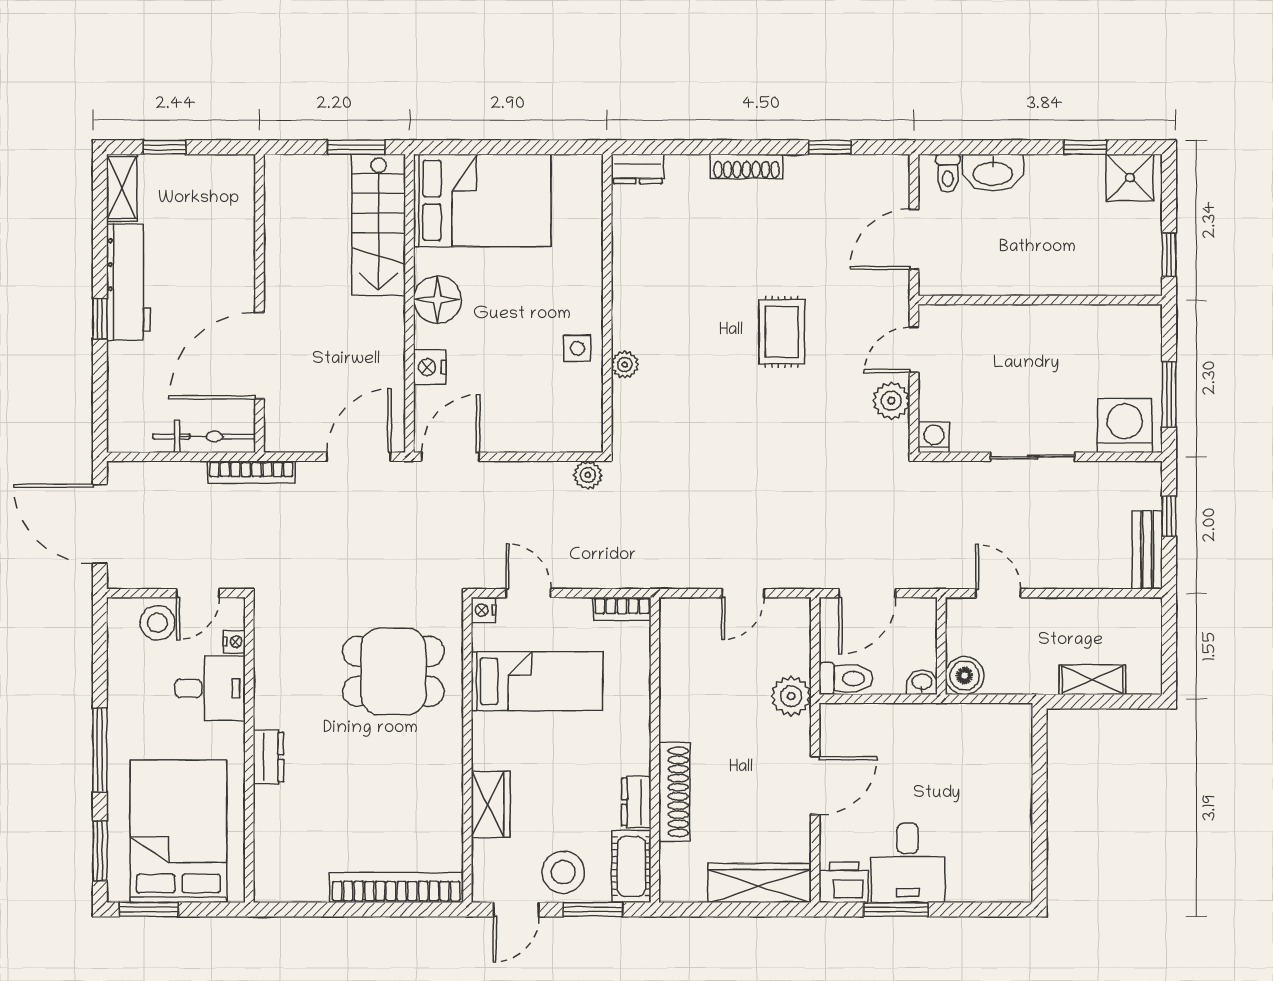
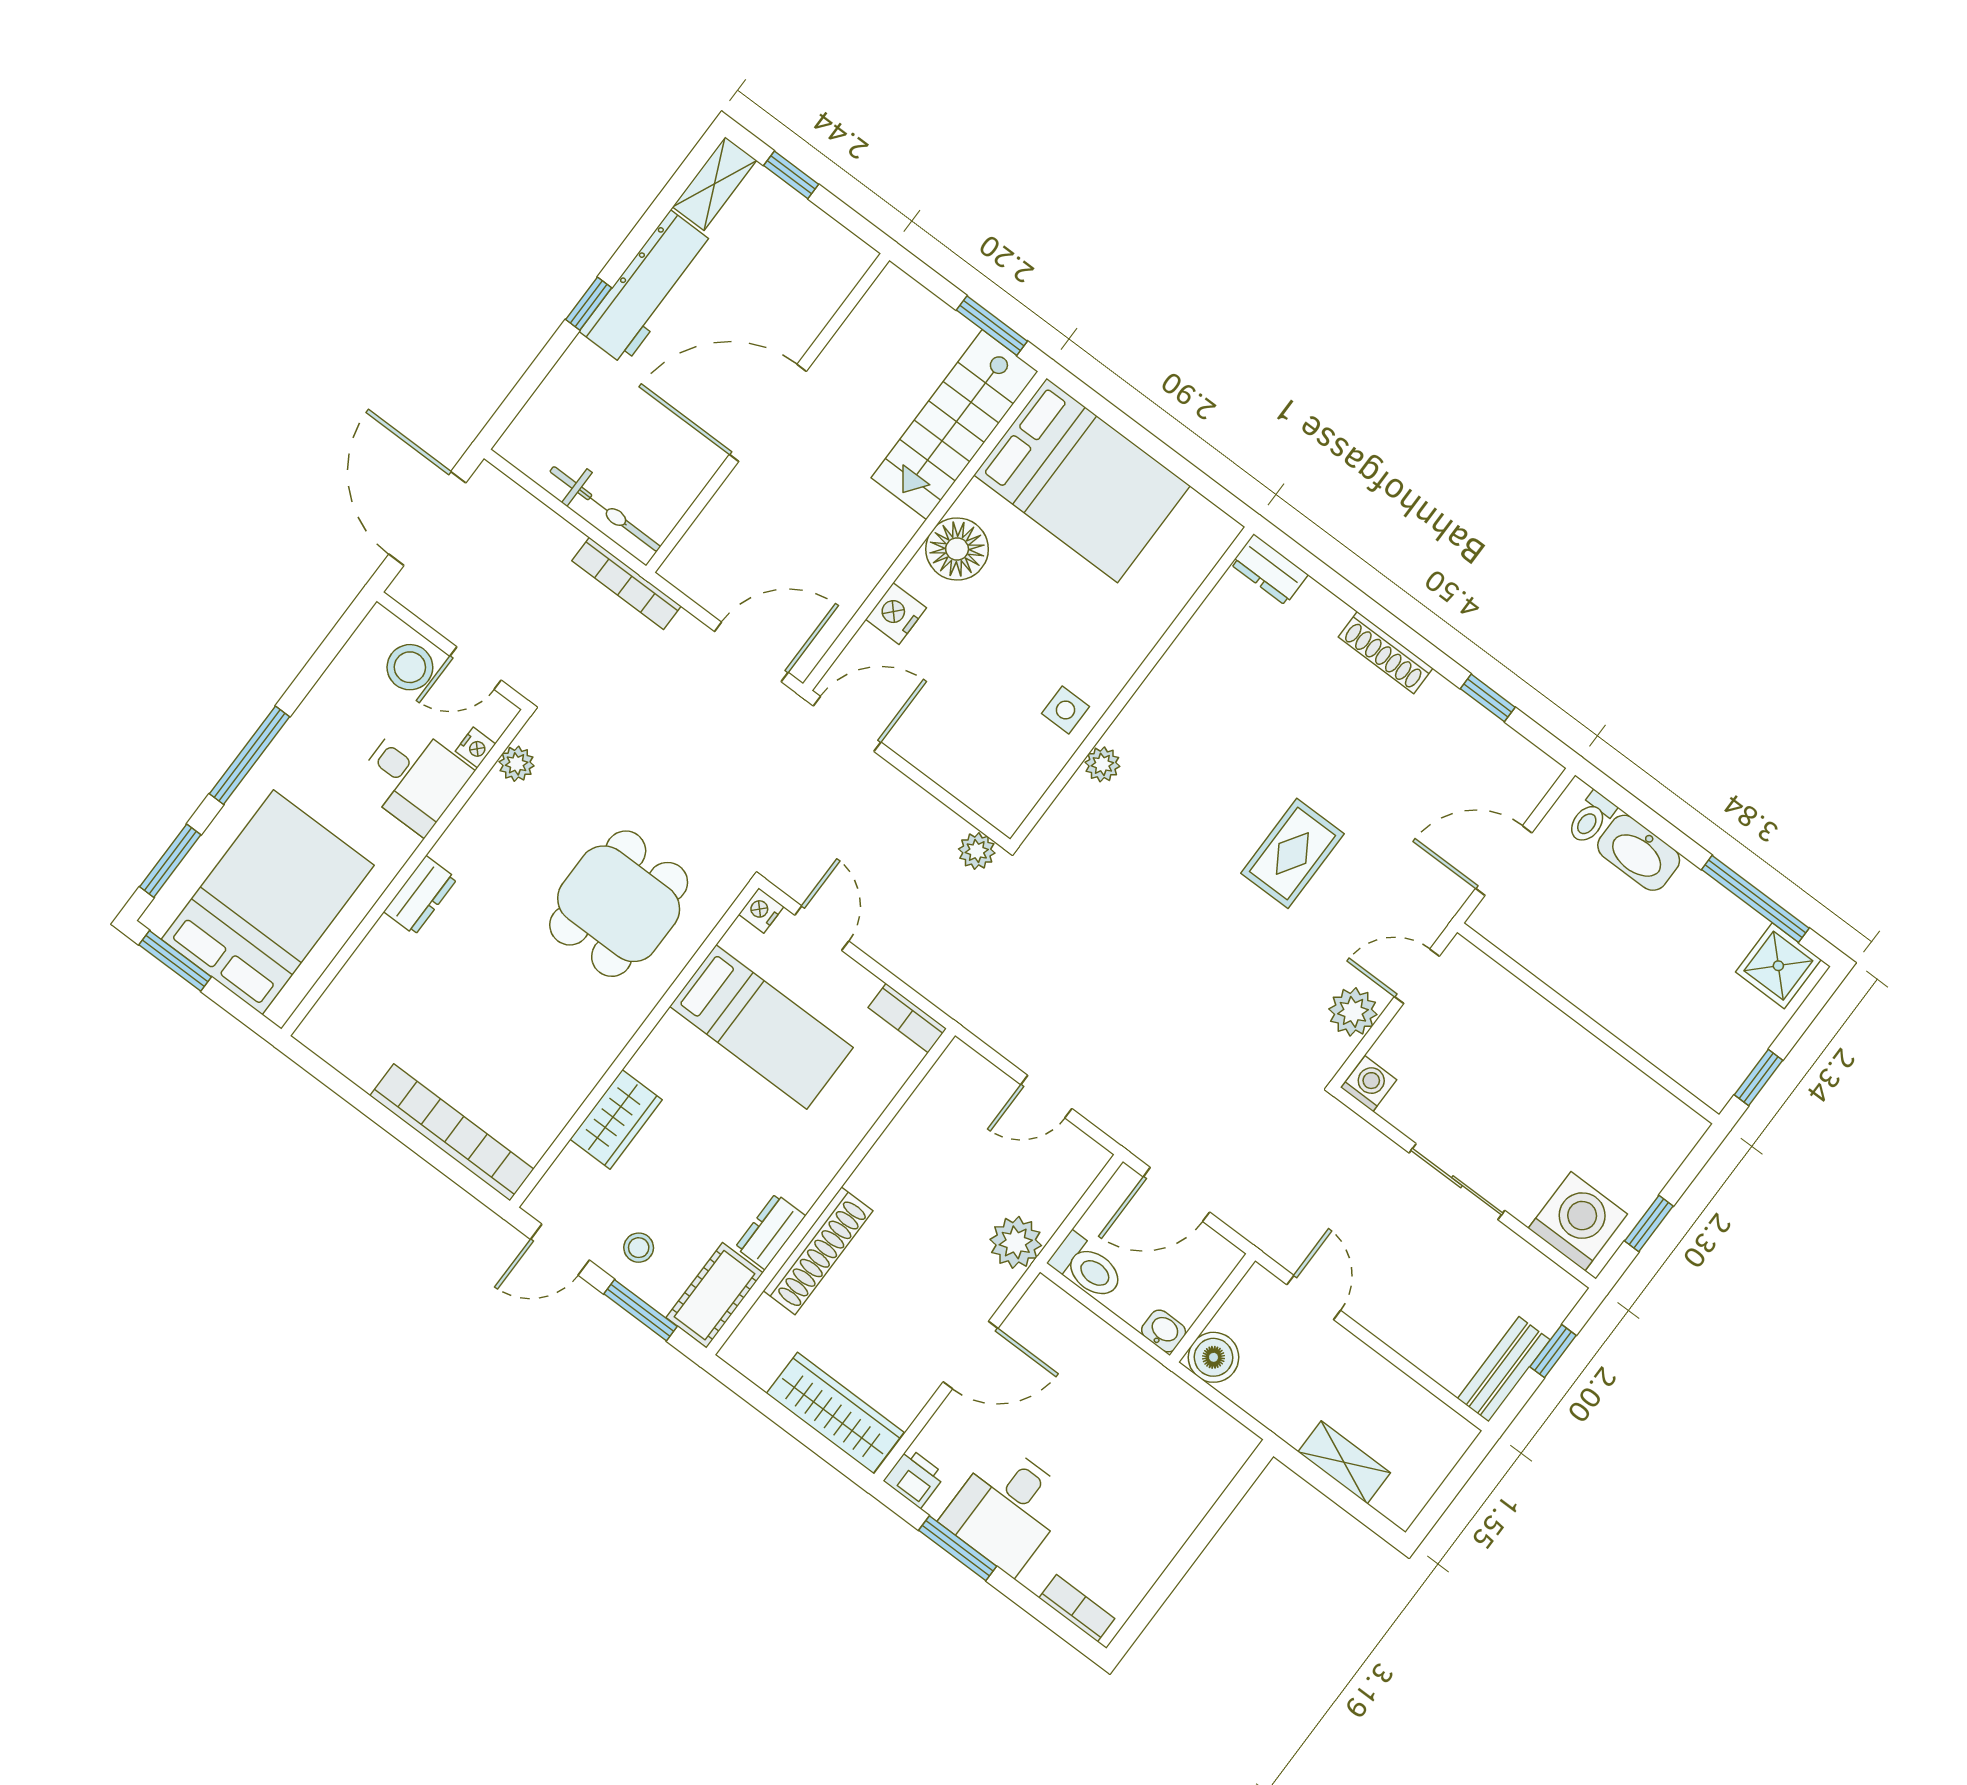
window: (1085, 147) -> (1755, 899), width x2.17
door: (259, 356) -> (768, 413), moved
window: (1169, 394) -> (1649, 1224), width x0.67
plant: (267, 633) -> (517, 764), added
dining table: (393, 671) -> (619, 904), turned 90
stool: (563, 872) -> (639, 1248), width x0.53, depth x0.53
printer: (844, 883) -> (914, 1478), width x0.73, depth x0.81
bookcase: (996, 892) -> (1077, 1608), added

